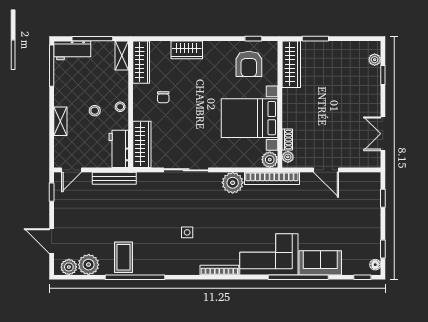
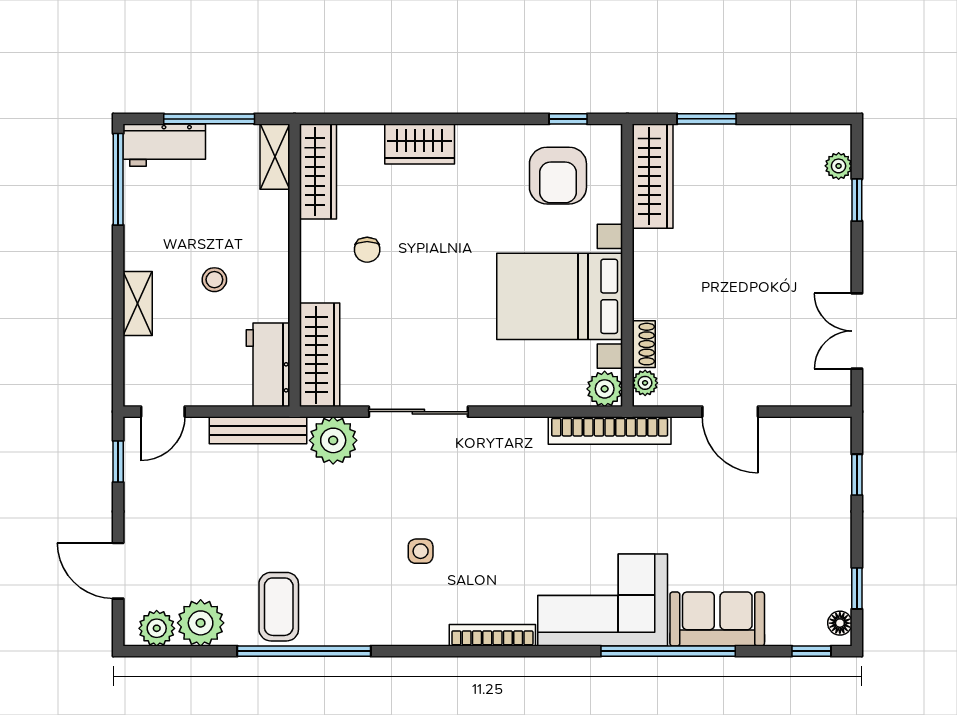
stool: (120, 107) -> (271, 271), removed
plant: (233, 183) -> (333, 440), moved

